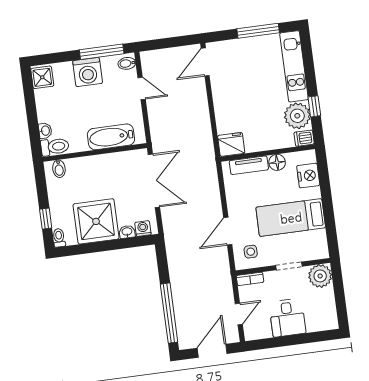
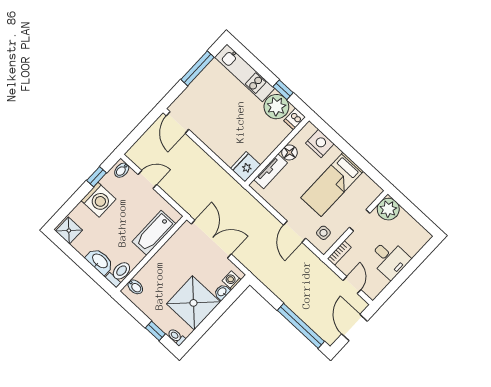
window: (102, 52) -> (97, 177), width x0.46
washbasin: (45, 131) -> (100, 261), width x1.91, depth x1.45

